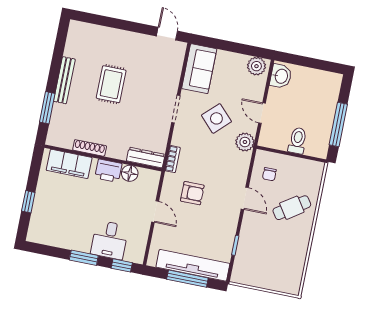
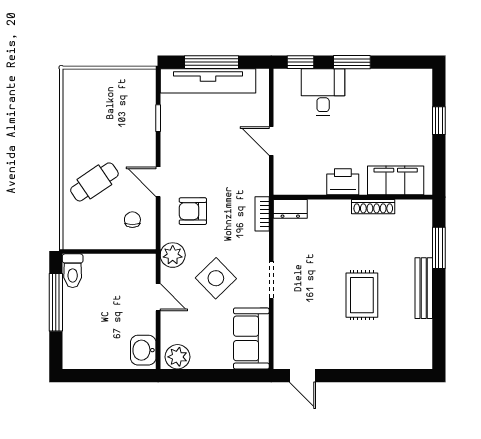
toilet: (298, 141) -> (73, 271), moved
dresser: (146, 158) -> (290, 209), width x0.70
floor lamp: (130, 173) -> (314, 184), removed
armchair: (192, 193) -> (193, 211), moved

